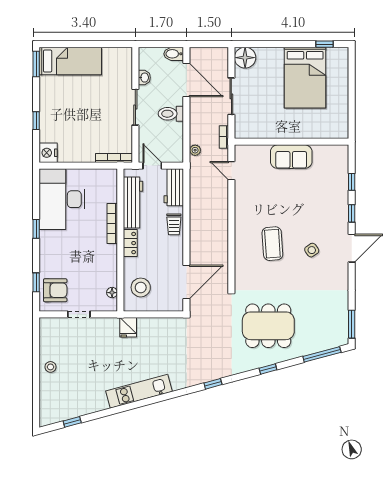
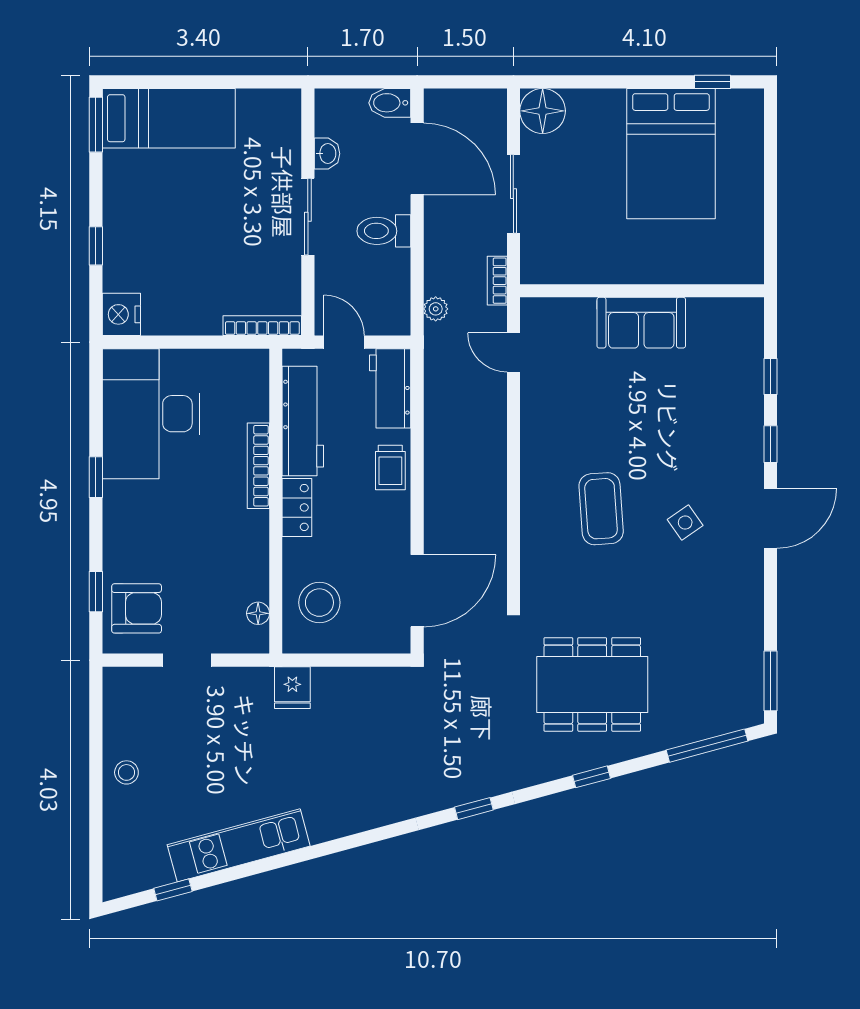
kitchen unit: (139, 391) -> (239, 845), moved

